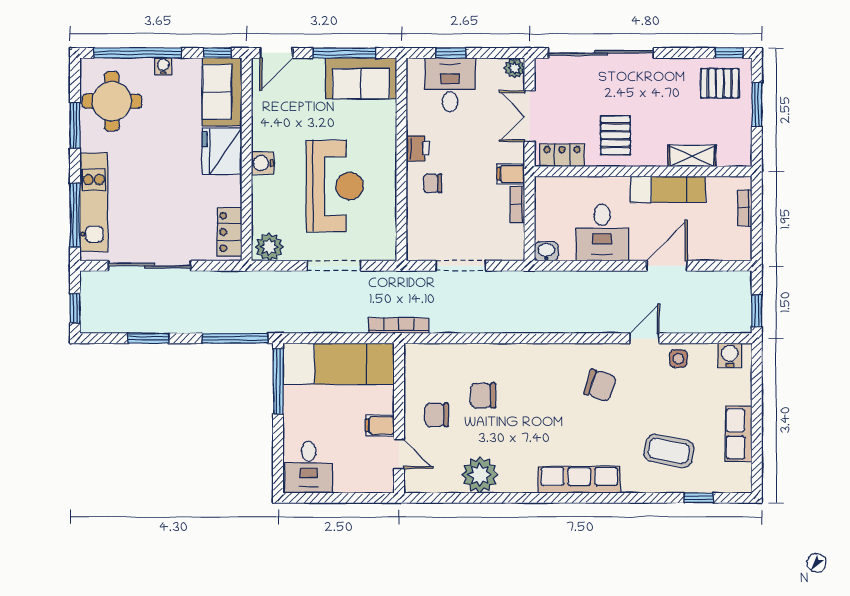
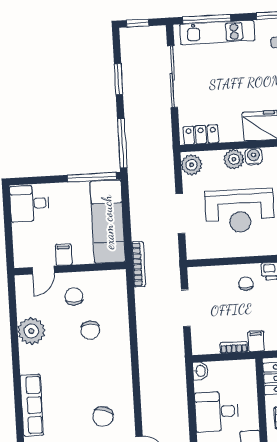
plant: (265, 190) -> (234, 159), added
chair: (483, 395) -> (90, 330), turned 180

